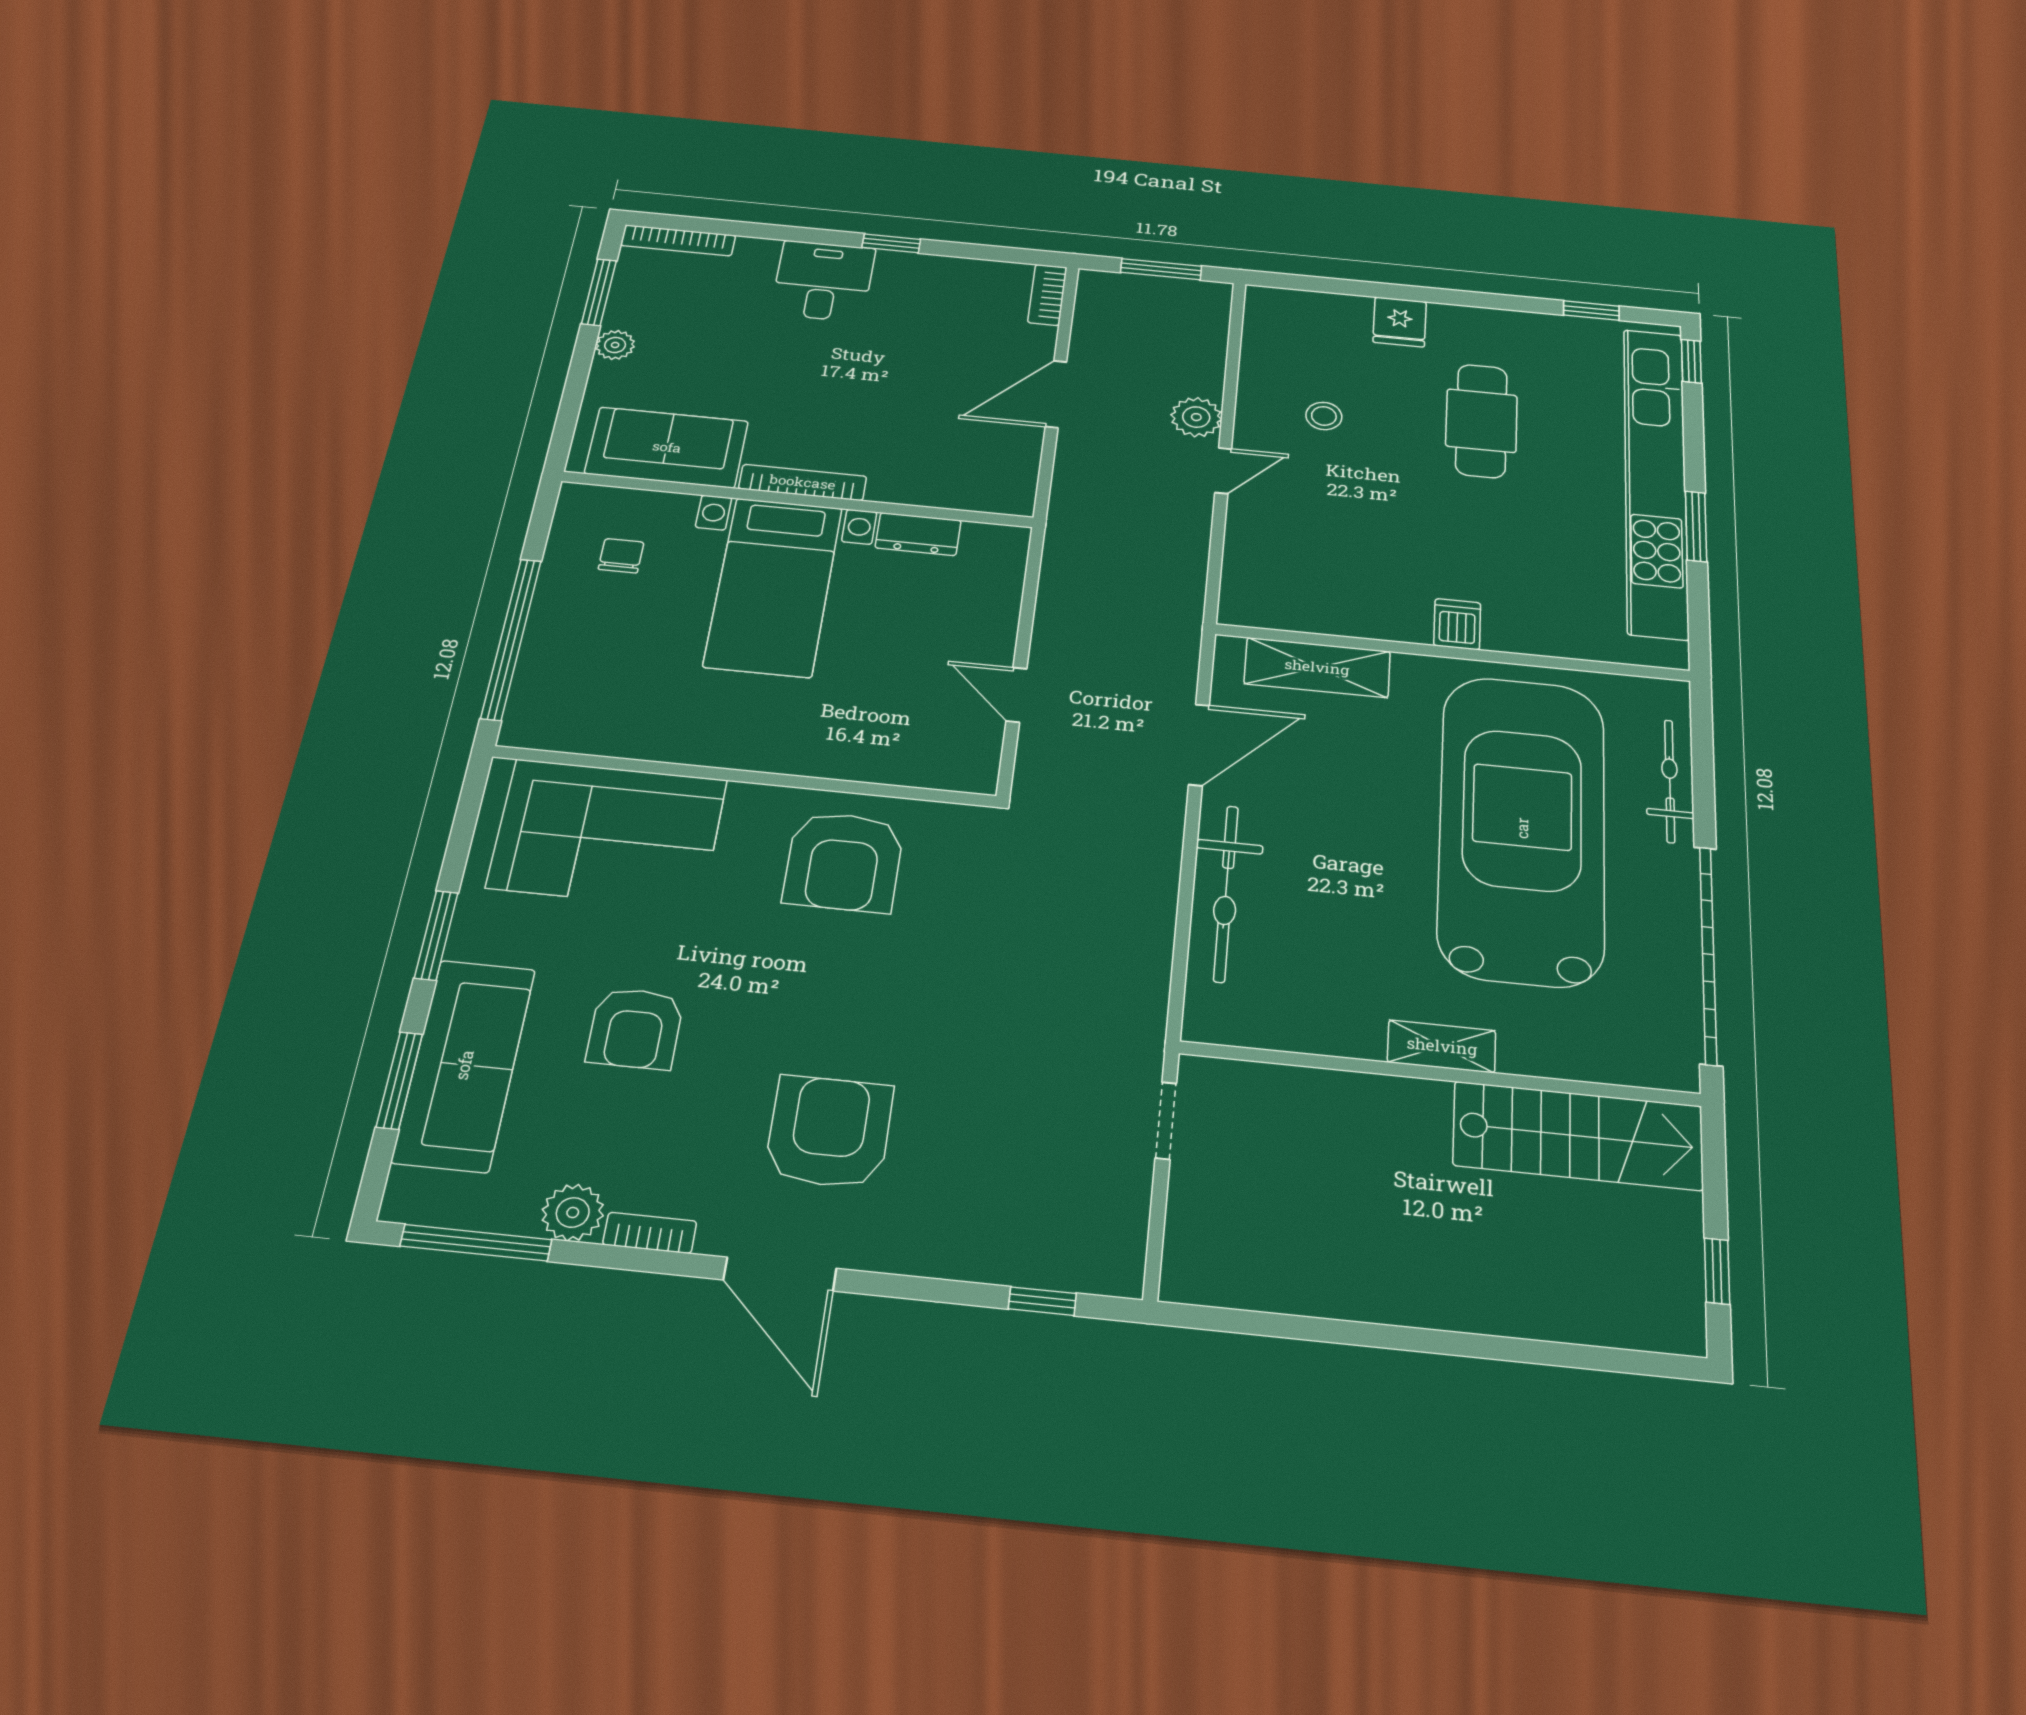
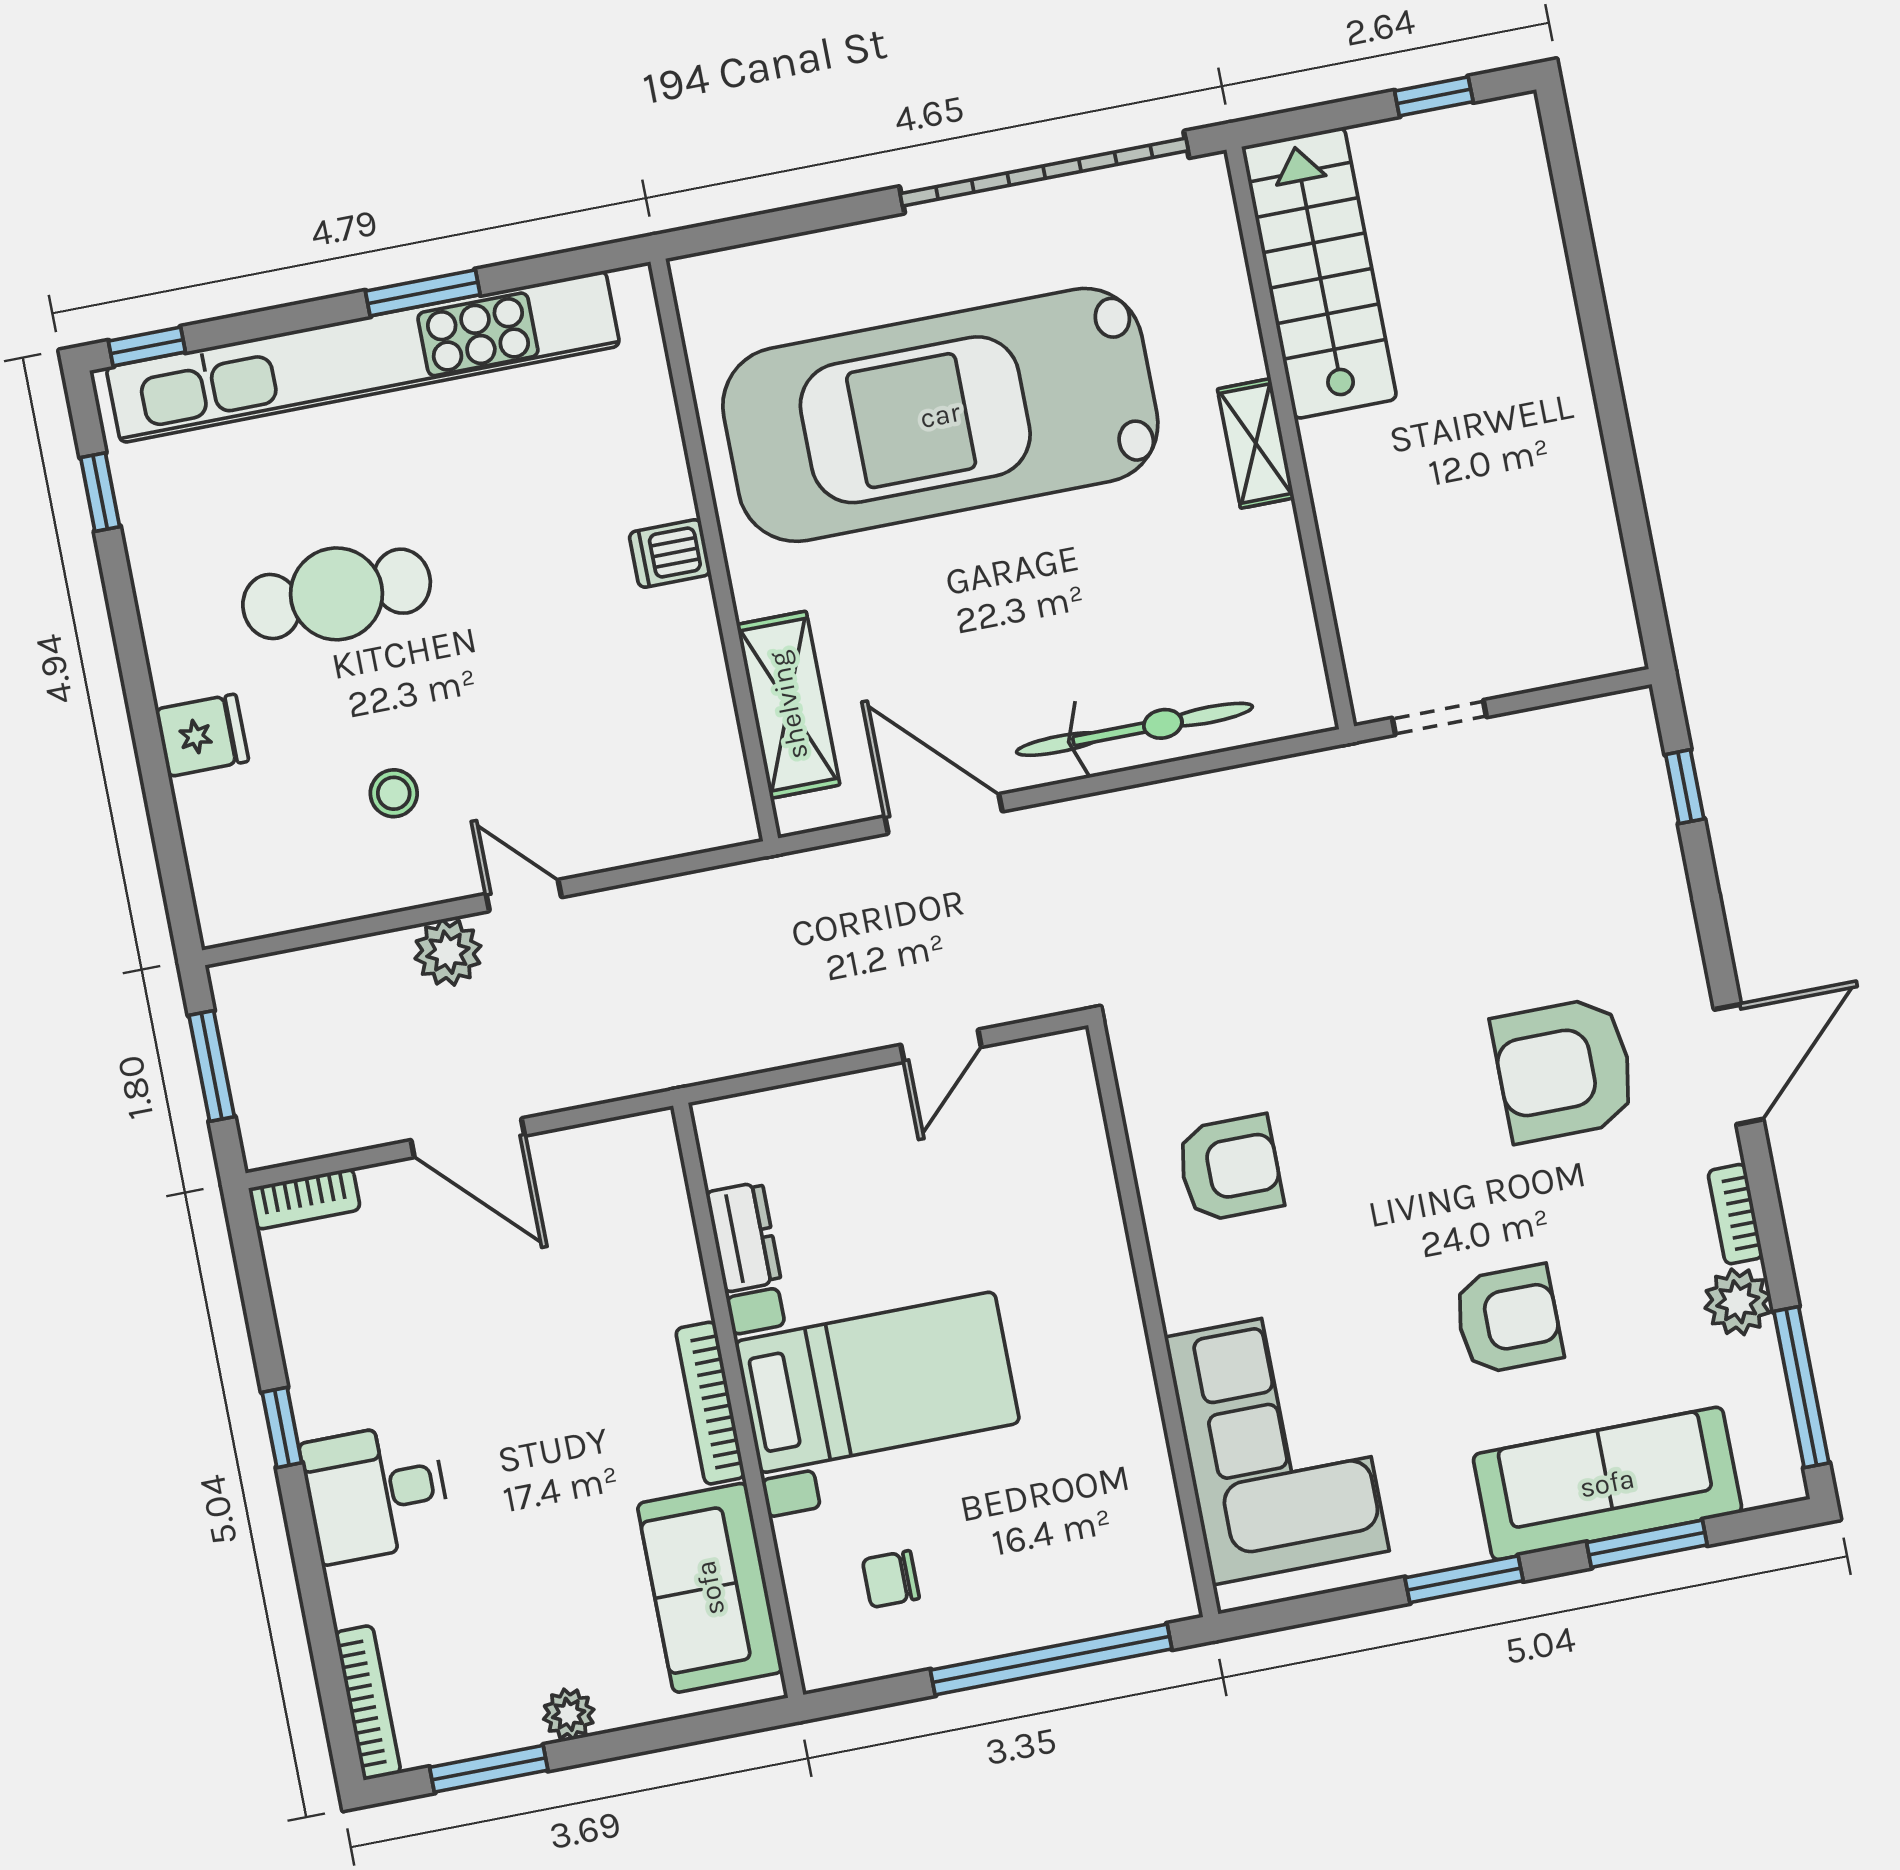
bicycle: (1670, 781) -> (820, 257), removed
armchair: (844, 862) -> (1230, 1168), width x0.73, depth x0.73

